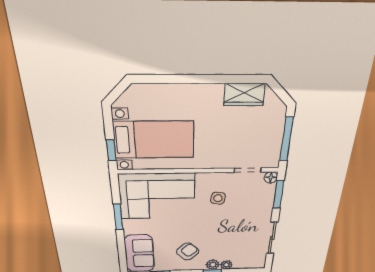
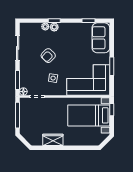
wardrobe: (244, 95) -> (53, 140), moved
armchair: (188, 252) -> (48, 56), moved

